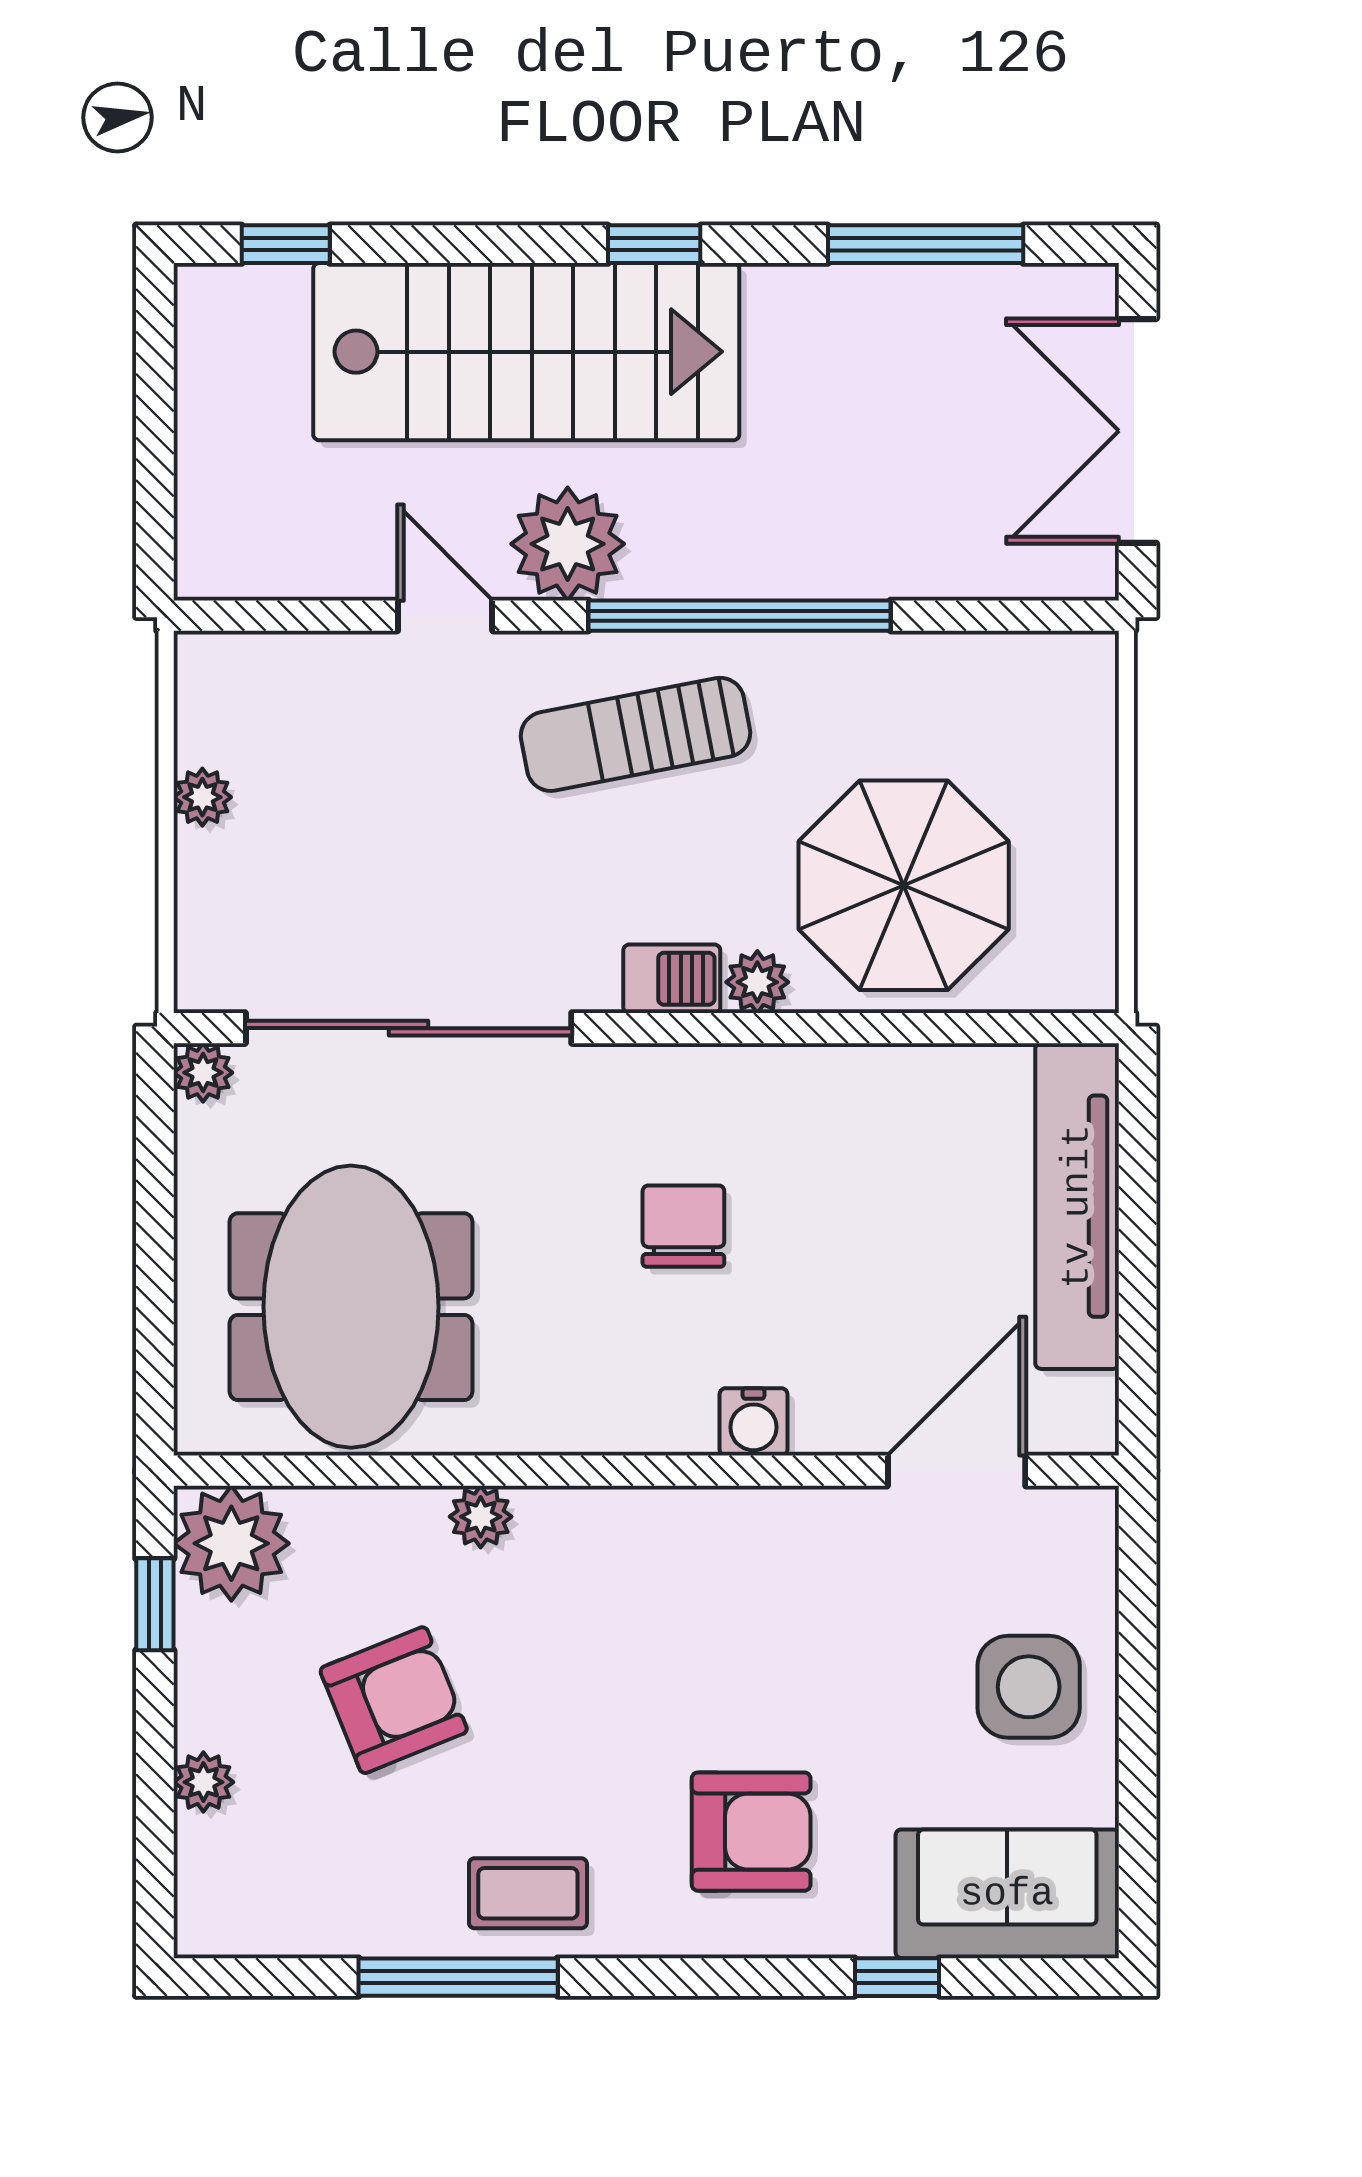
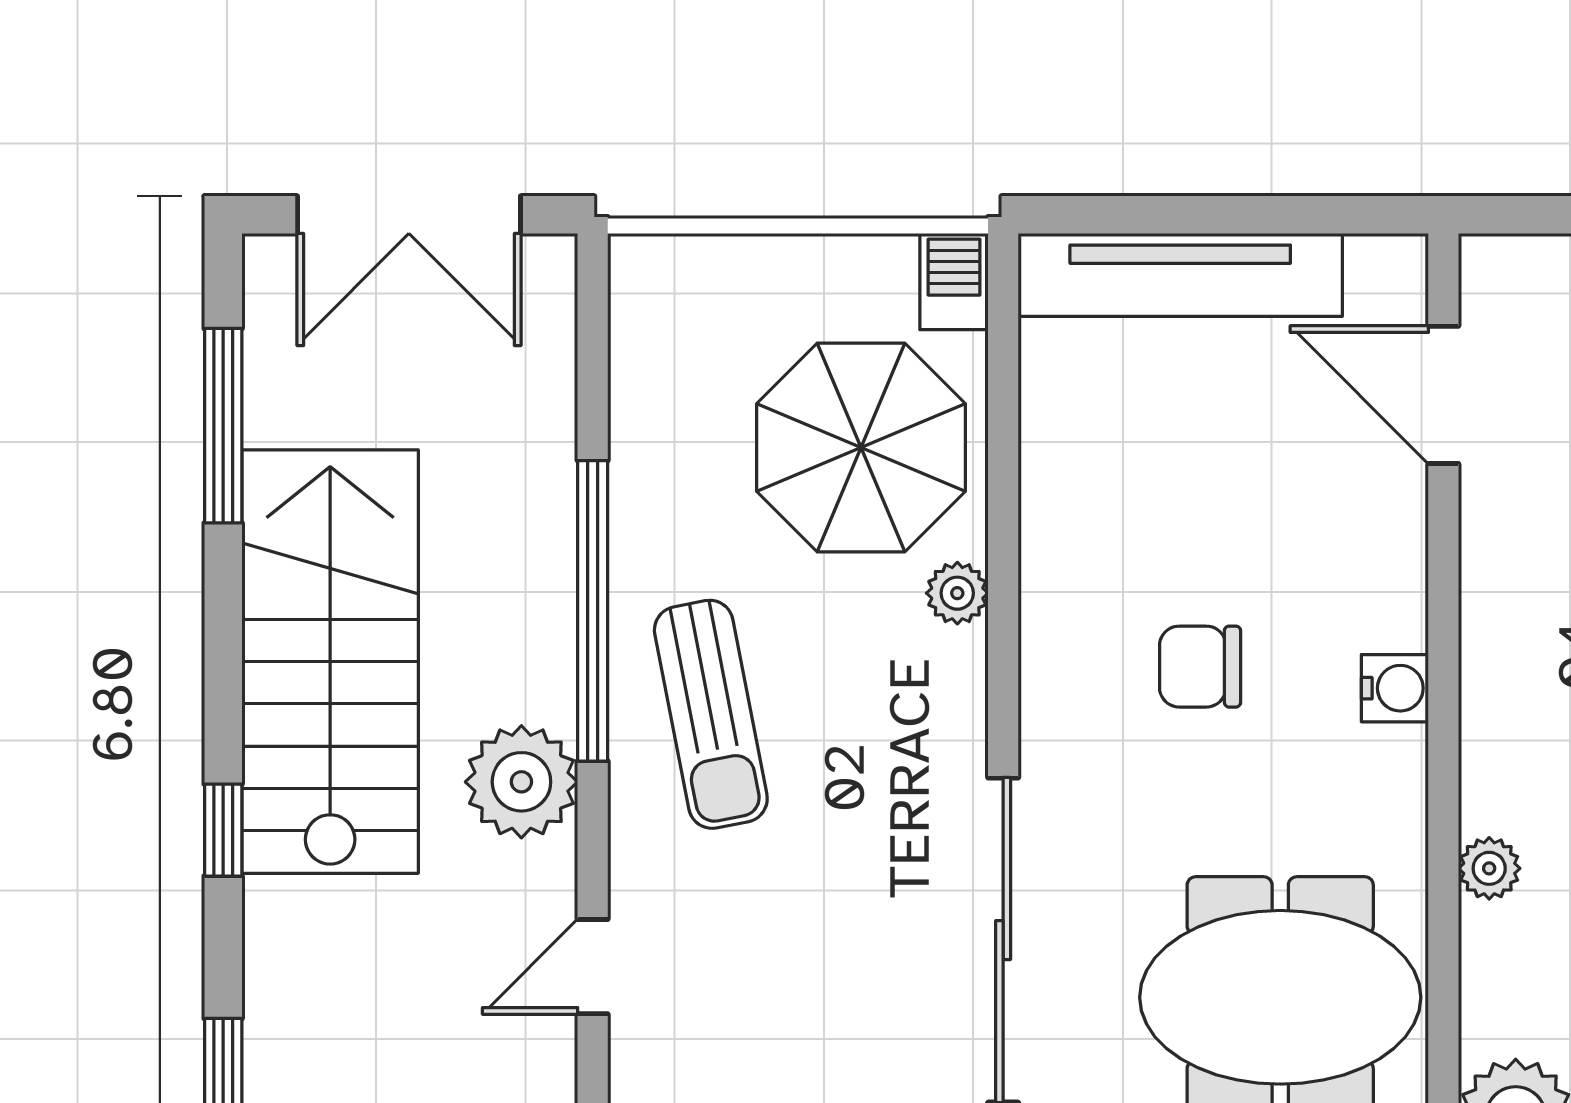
window: (654, 244) -> (223, 830), moved
stairs: (526, 352) -> (330, 662), moved
door: (445, 616) -> (593, 967), moved
barbecue: (672, 979) -> (954, 282), moved
water cooler: (754, 1422) -> (1395, 688), moved

